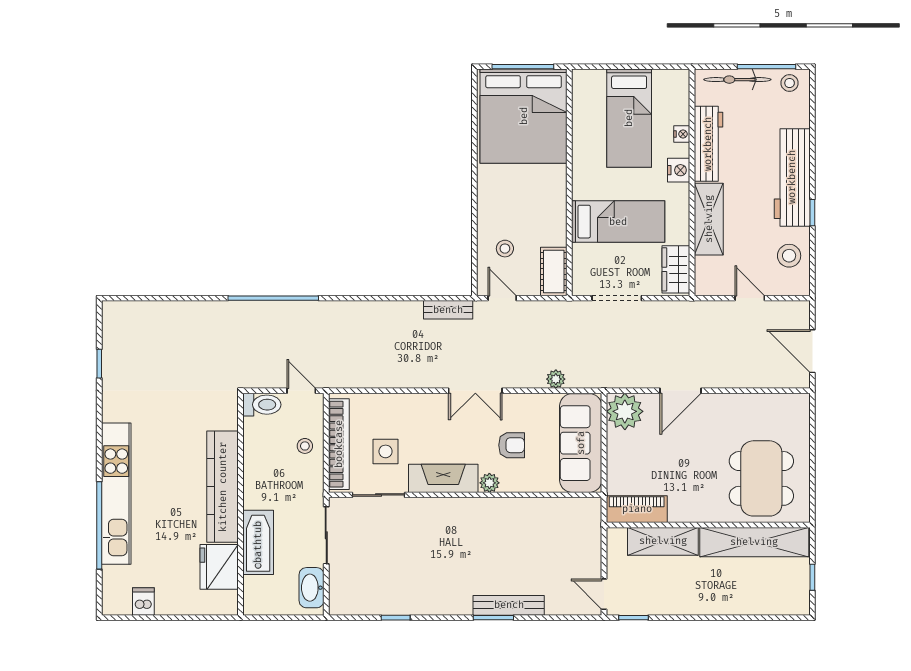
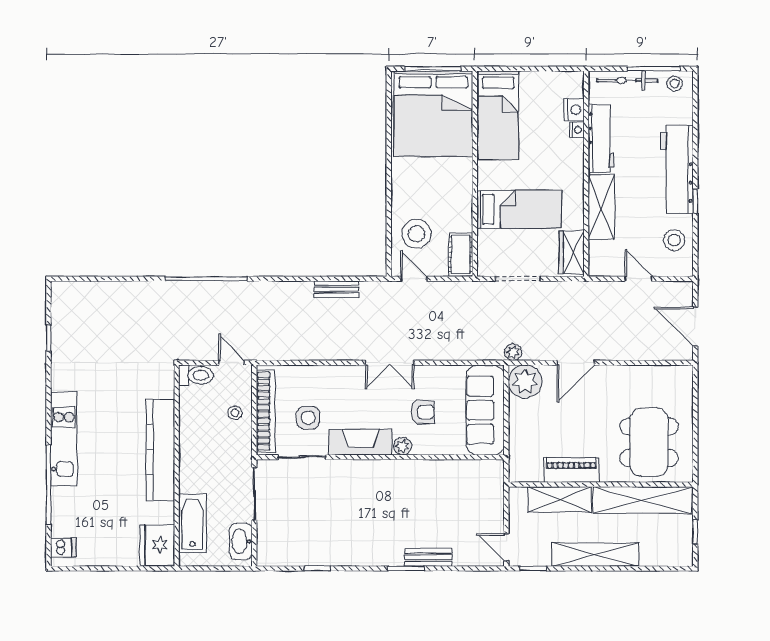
bed: (629, 118) -> (498, 115), moved
nightstand: (679, 170) -> (574, 110), moved
stool: (505, 249) -> (416, 234), width x1.89, depth x1.89
bench: (448, 310) -> (336, 289), moved
plant: (556, 379) -> (513, 352), moved
kitchen unit: (116, 494) -> (64, 439), width x0.73
piano: (637, 509) -> (571, 470), moved
bathtub: (258, 542) -> (193, 523), moved
fridge: (219, 567) -> (157, 545), moved
dishwasher: (143, 601) -> (63, 547), moved, turned 90
shelving: (702, 602) -> (595, 555), added
bench: (509, 605) -> (428, 557), width x0.73

